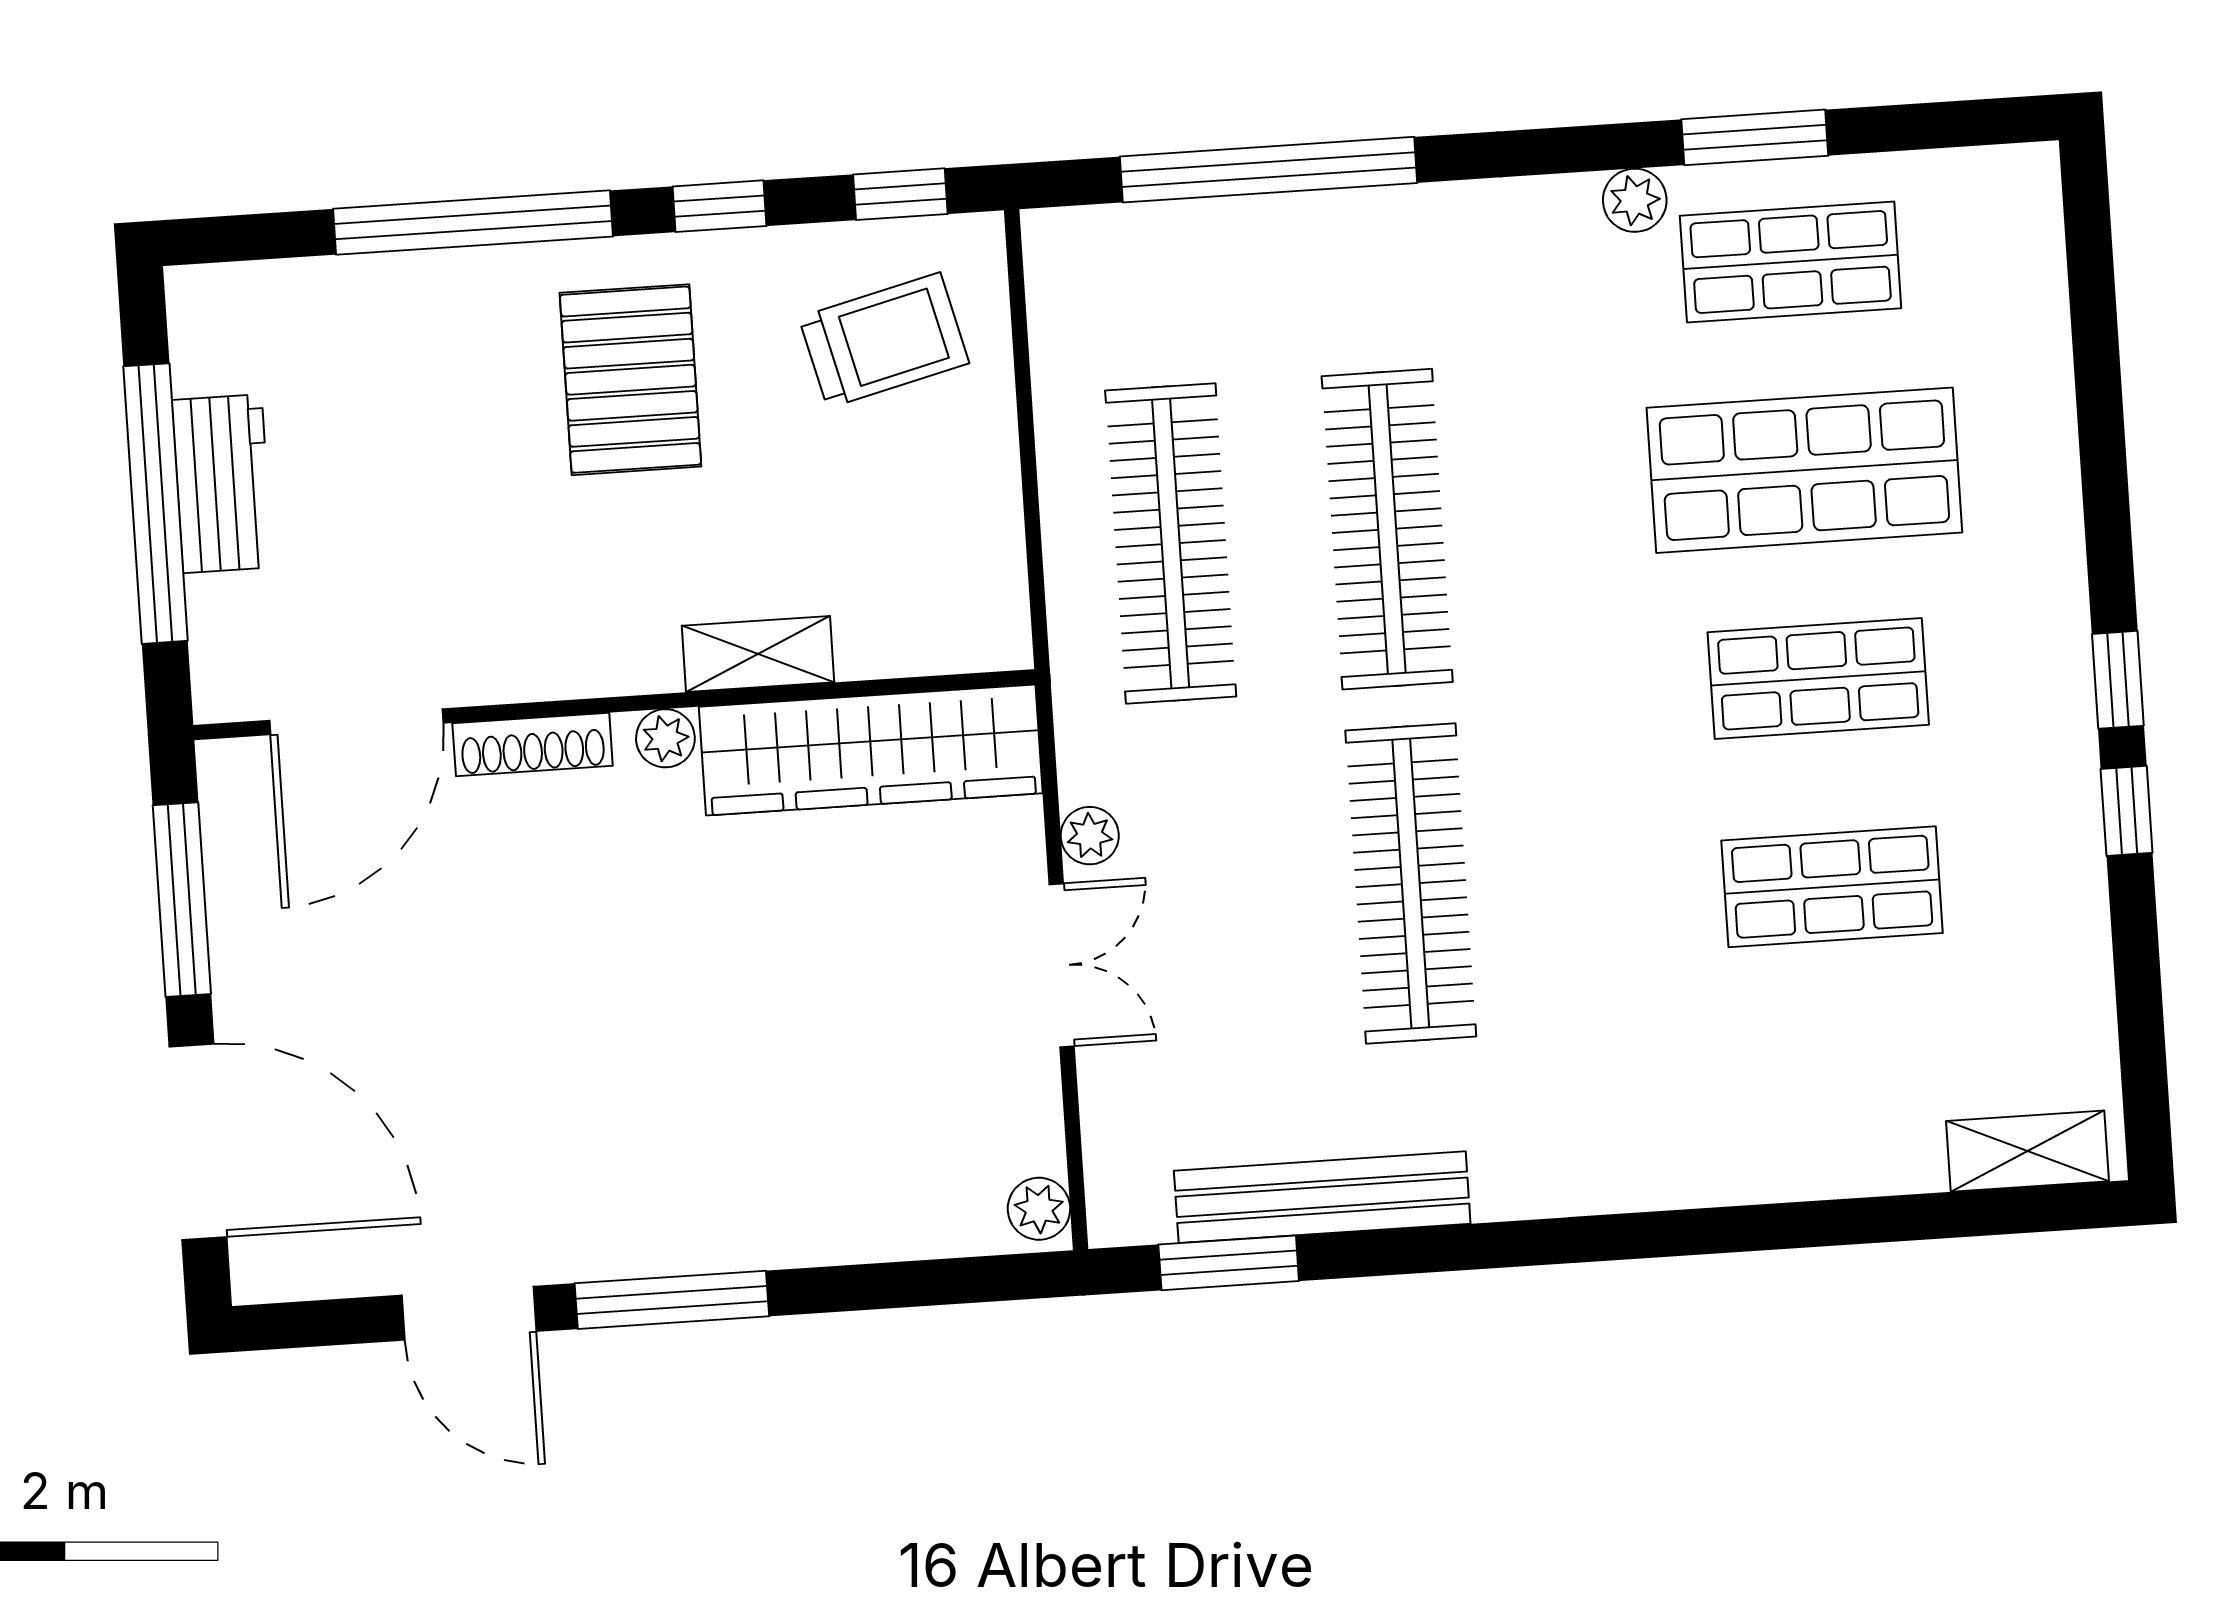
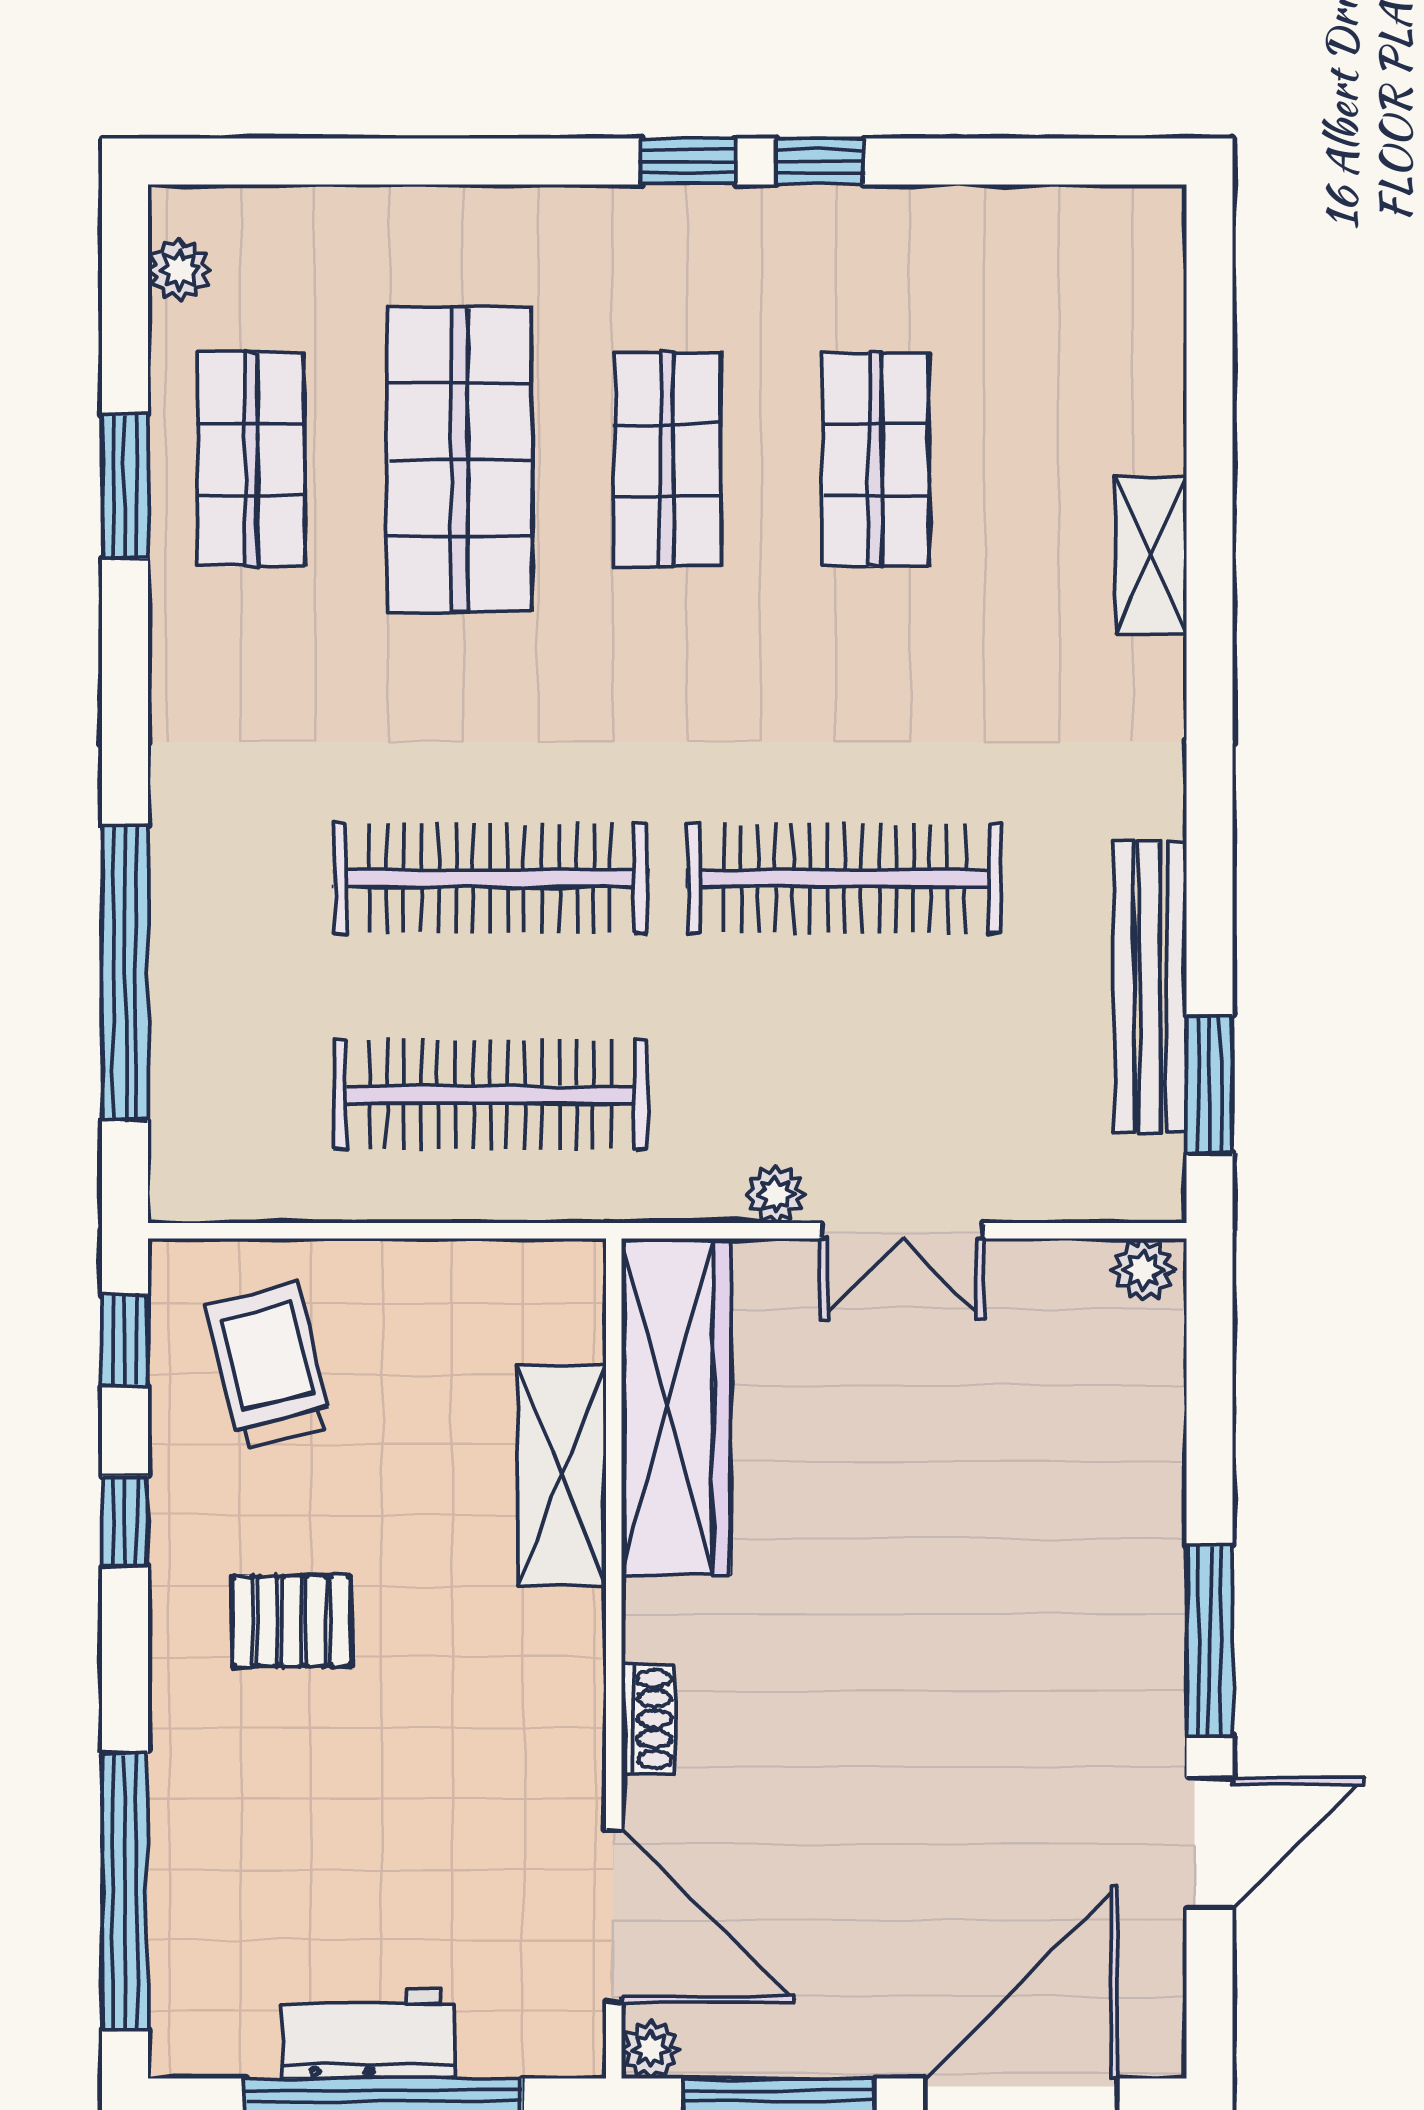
plant: (1635, 200) -> (180, 270), moved
window: (473, 223) -> (125, 1892), moved
pallet: (630, 380) -> (292, 1621), width x0.67, depth x0.71
shelving: (758, 654) -> (562, 1475), width x1.50, depth x1.33
plant: (665, 738) -> (651, 2049), moved
shoe rack: (533, 745) -> (648, 1719), width x0.70
double door: (1062, 965) -> (903, 1231), swing flipped
shelving: (2028, 1151) -> (1151, 555), moved

